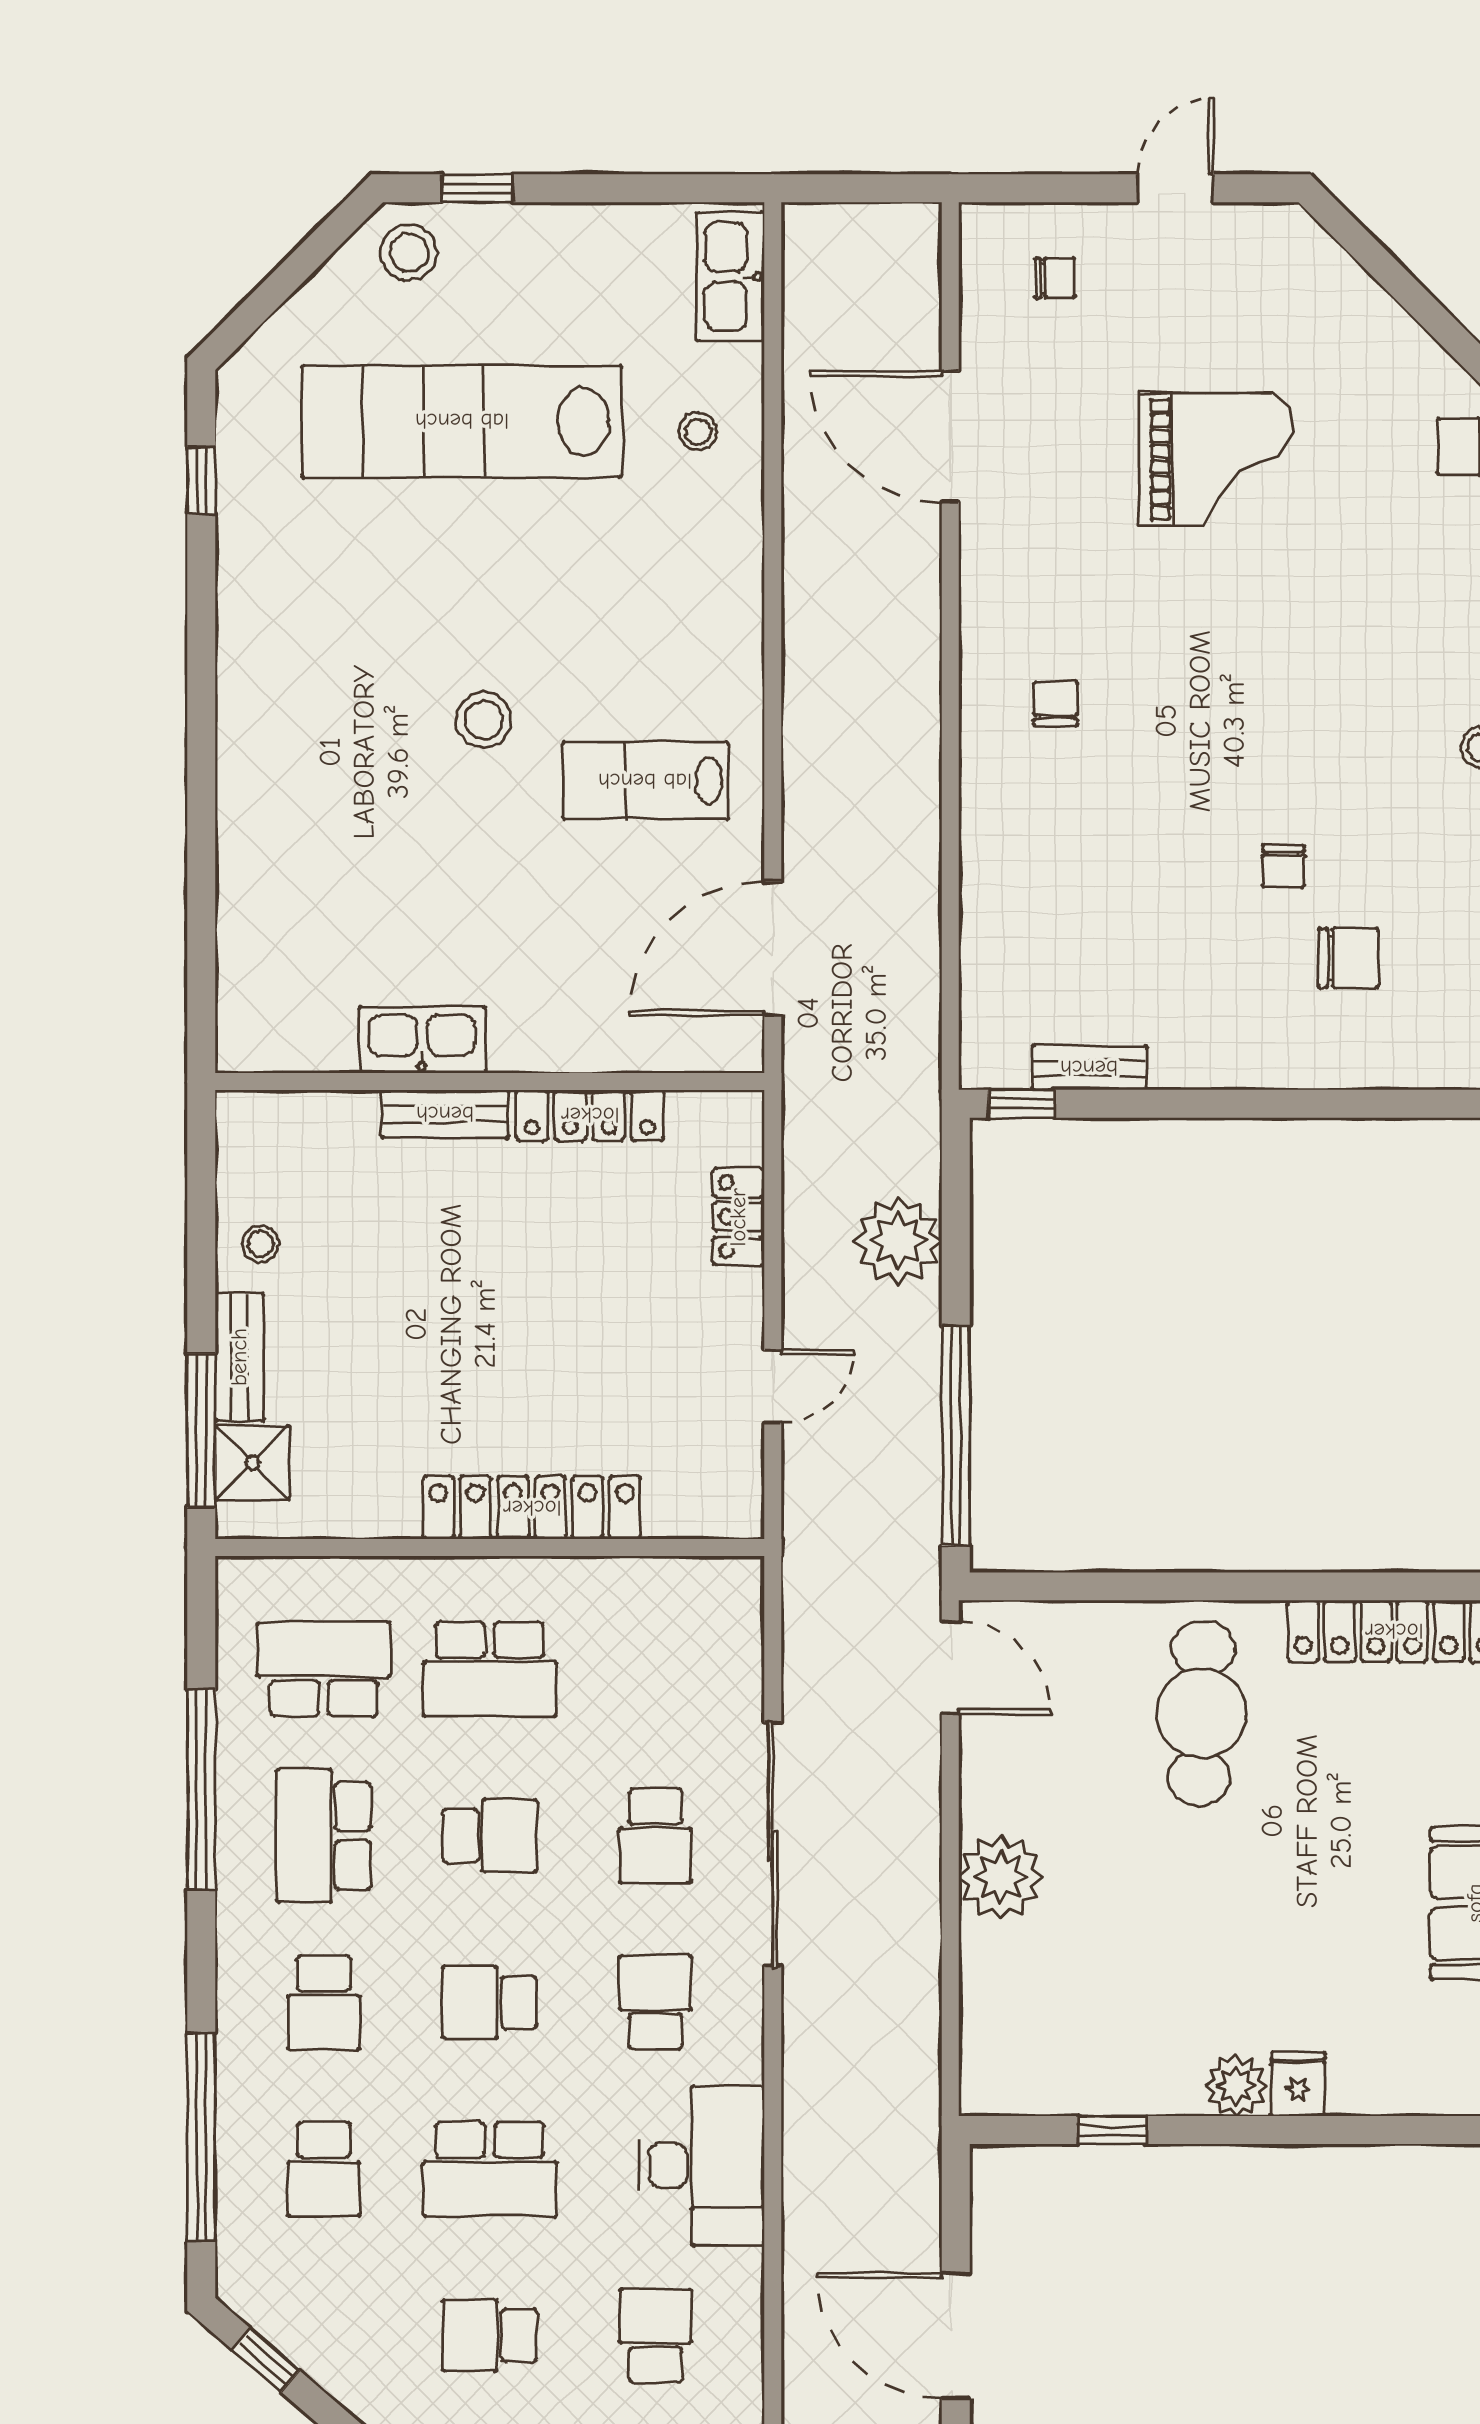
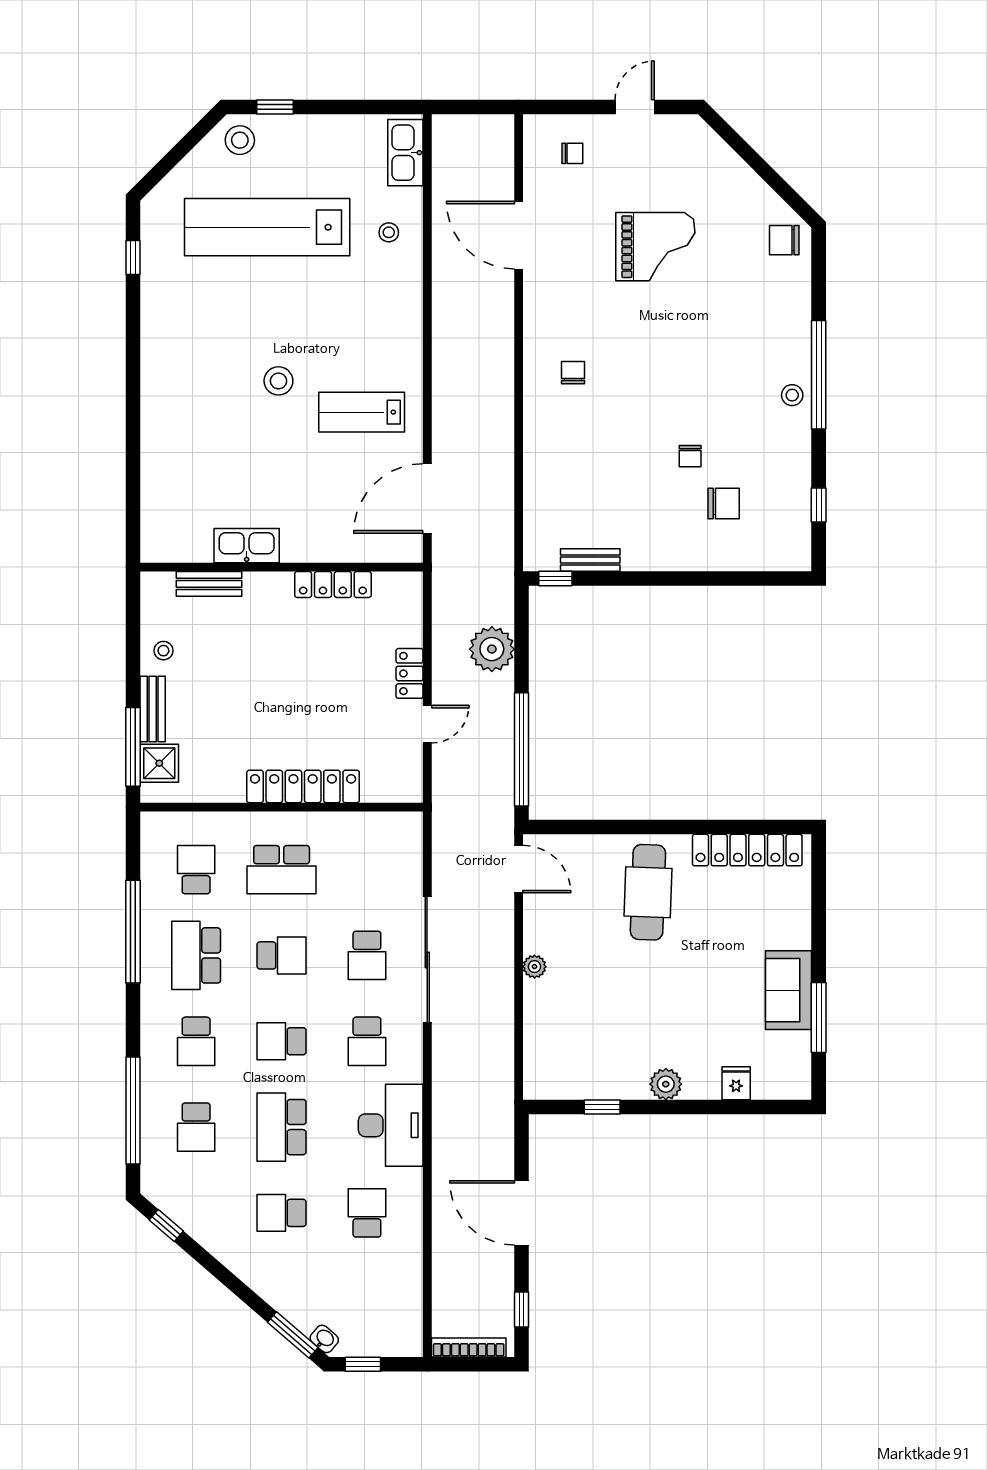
bench: (445, 1114) -> (209, 584), moved
locker: (738, 1217) -> (410, 673), moved
school desk: (324, 1669) -> (196, 870), width x0.54
plant: (1001, 1877) -> (534, 967), width x0.53, depth x0.53
school desk: (656, 2002) -> (367, 1041), turned 180
fridge: (1298, 2084) -> (736, 1083), moved
school desk: (490, 2169) -> (282, 1127), turned 90

